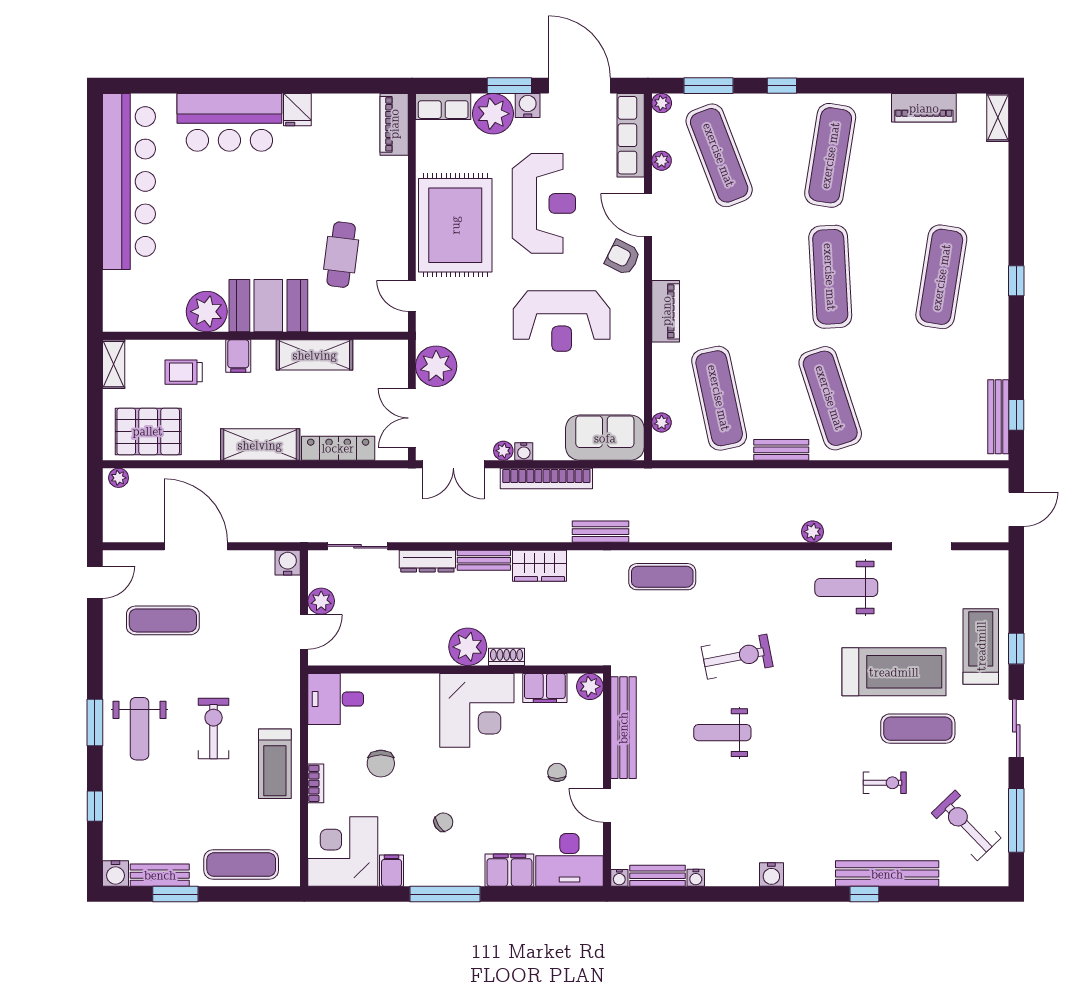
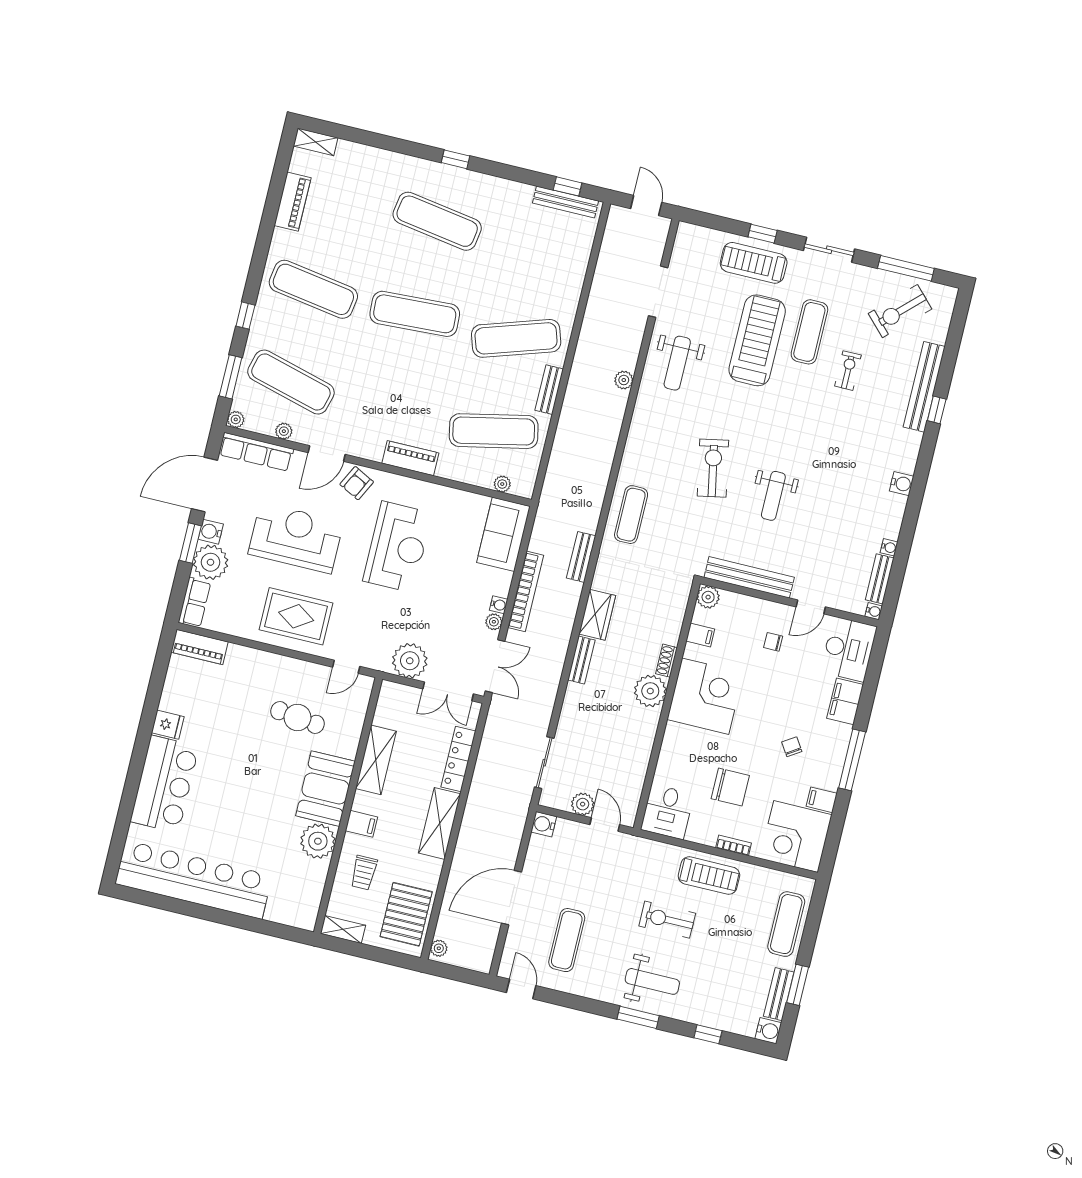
exercise mat: (719, 155) -> (291, 382), turned 36
rug: (455, 225) -> (296, 616), width x0.73, depth x0.69
dresser: (427, 561) -> (571, 707), removed
filing cabinet: (545, 688) -> (700, 635), width x0.50
chair: (381, 764) -> (730, 787), width x1.37, depth x1.37

